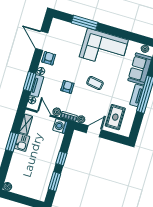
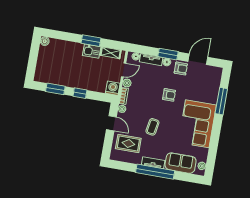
window: (30, 82) -> (168, 54), moved
coffee table: (95, 83) -> (152, 127), moved
armchair: (67, 87) -> (169, 95), moved

